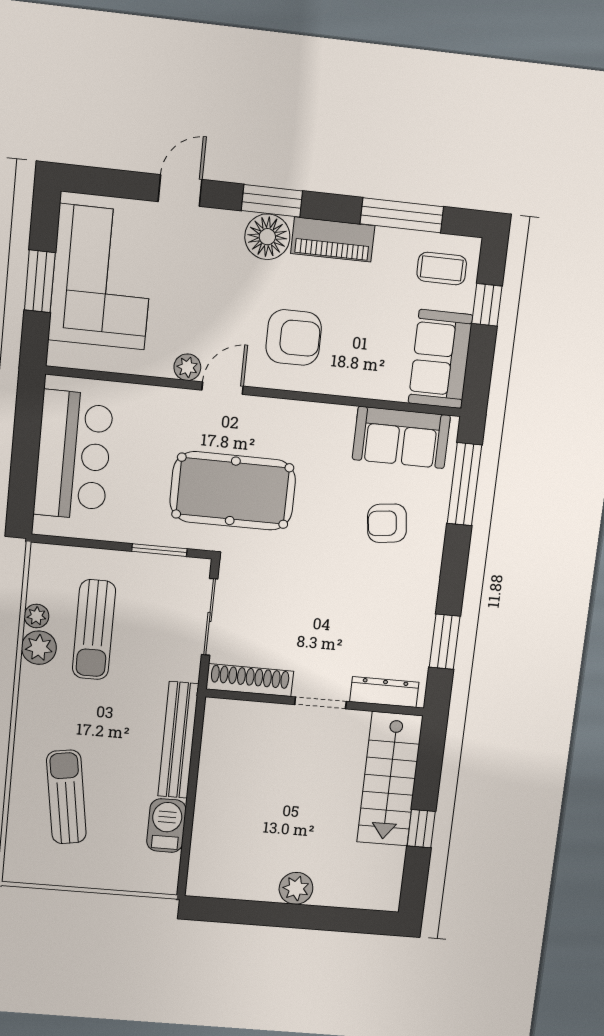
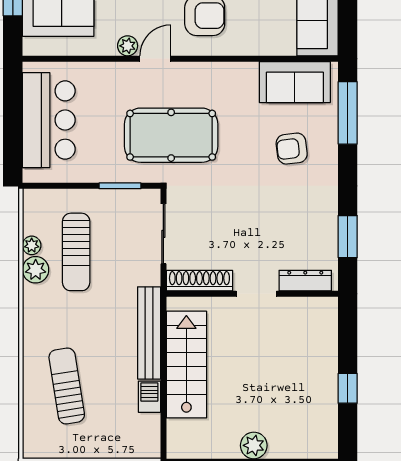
stairs: (390, 779) -> (186, 365), moved, turned 180
barbecue: (166, 826) -> (149, 397), width x0.73, depth x0.79

